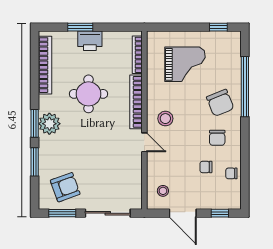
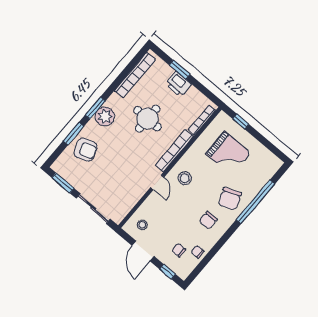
window: (218, 27) -> (241, 121), moved
chair: (206, 167) -> (179, 250), moved
armchair: (65, 187) -> (86, 150), moved

